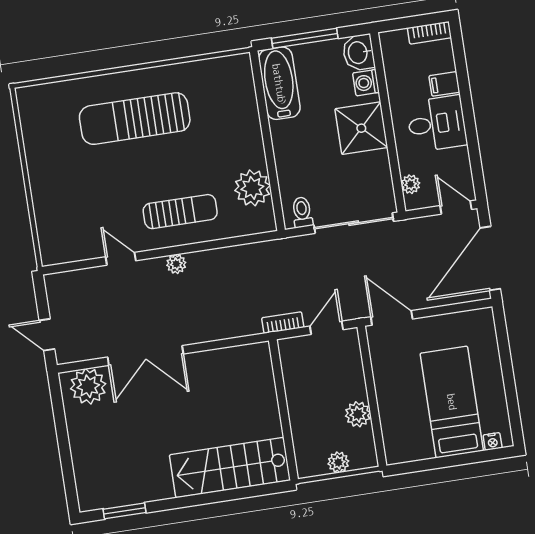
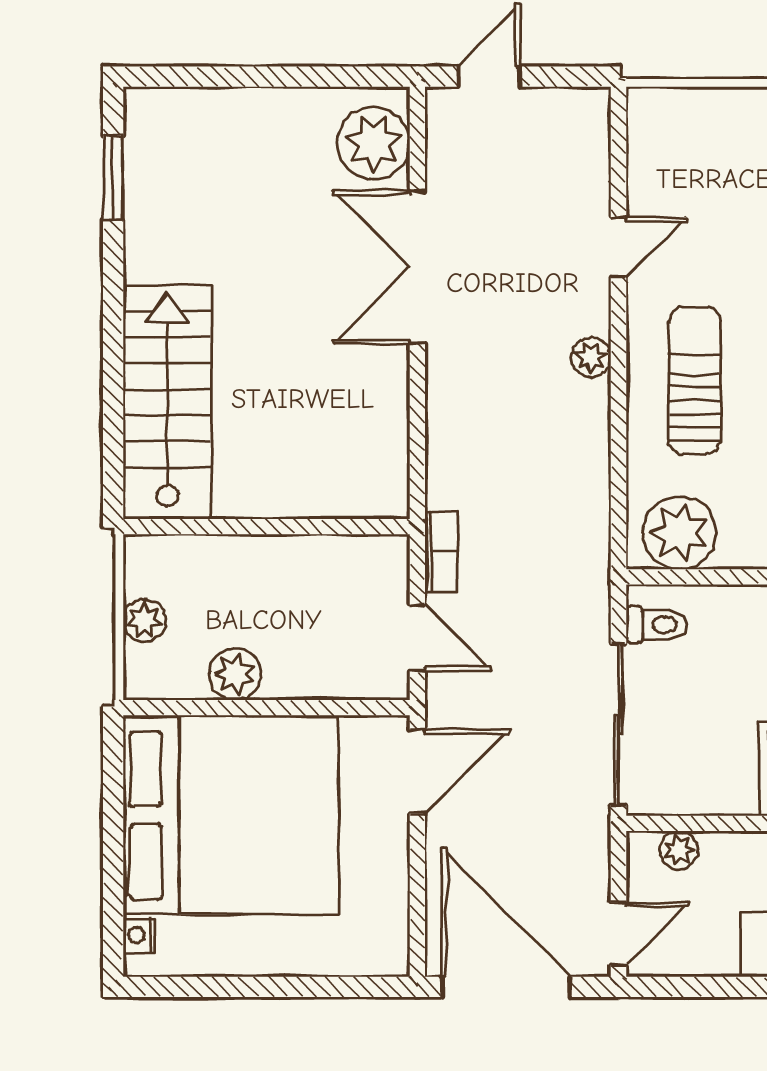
plant: (252, 188) -> (679, 533), moved
sun lounger: (180, 212) -> (695, 381), turned 180
bed: (452, 402) -> (231, 815), width x2.04

